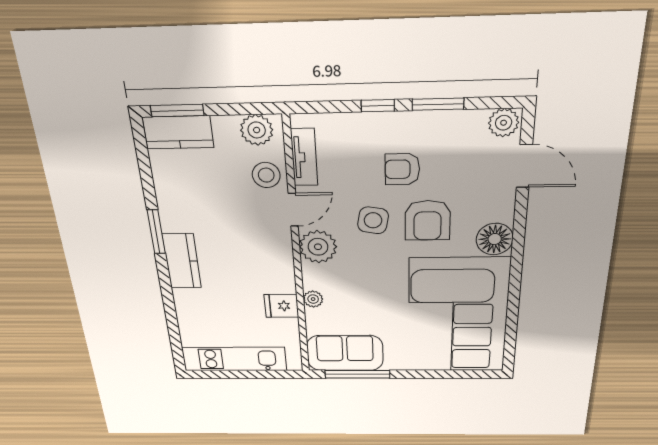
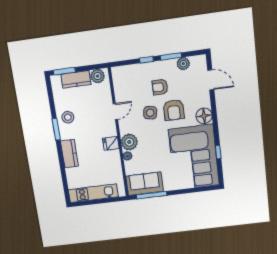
plant: (504, 123) -> (183, 64), moved
kitchen counter: (178, 132) -> (76, 79), moved
tv unit: (304, 157) -> (118, 86), removed
stool: (266, 175) -> (68, 117), moved
plant: (318, 247) -> (129, 142), moved
kitchen counter: (182, 261) -> (69, 154), moved
fridge: (281, 306) -> (111, 143), moved
window: (513, 312) -> (218, 152), added

